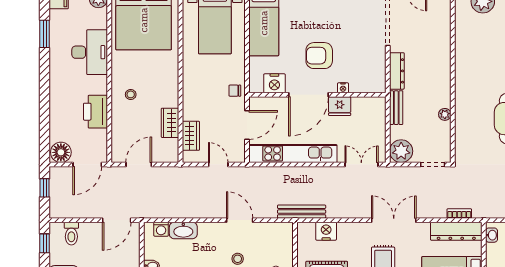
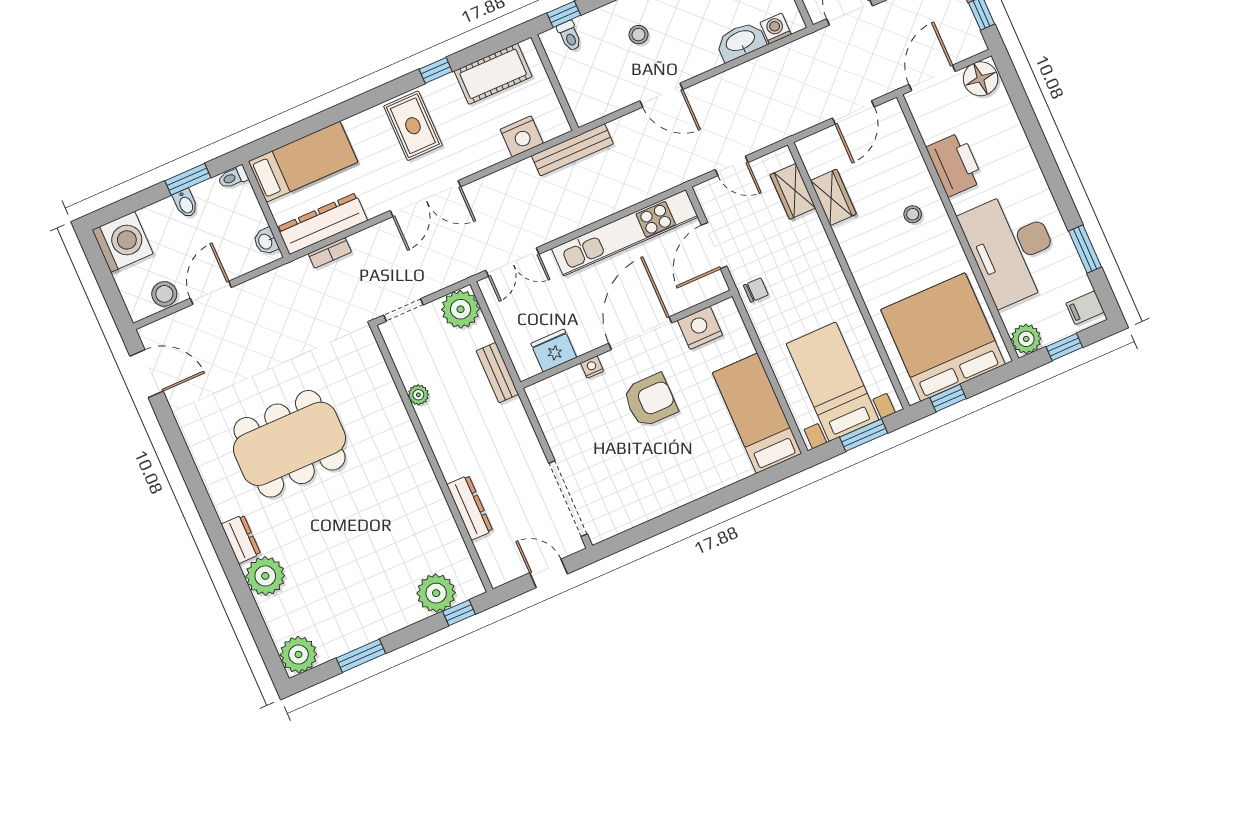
desk: (90, 52) -> (1012, 248), width x1.36, depth x1.30
dresser: (397, 71) -> (470, 508), moved, turned 180
fridge: (340, 106) -> (554, 351), moved

